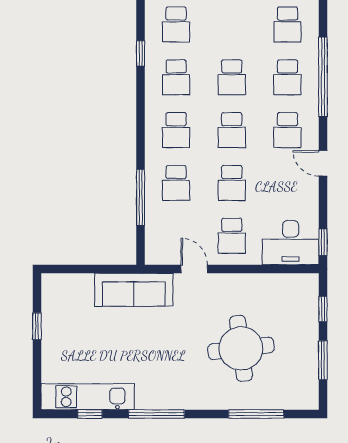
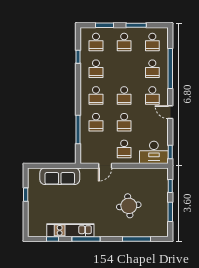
school desk: (232, 77) -> (124, 42), moved
door: (194, 269) -> (105, 166), swing flipped
sofa: (134, 290) -> (60, 176), moved
round table: (241, 348) -> (129, 206), width x0.73, depth x0.73
kitchen unit: (88, 397) -> (70, 230), moved

